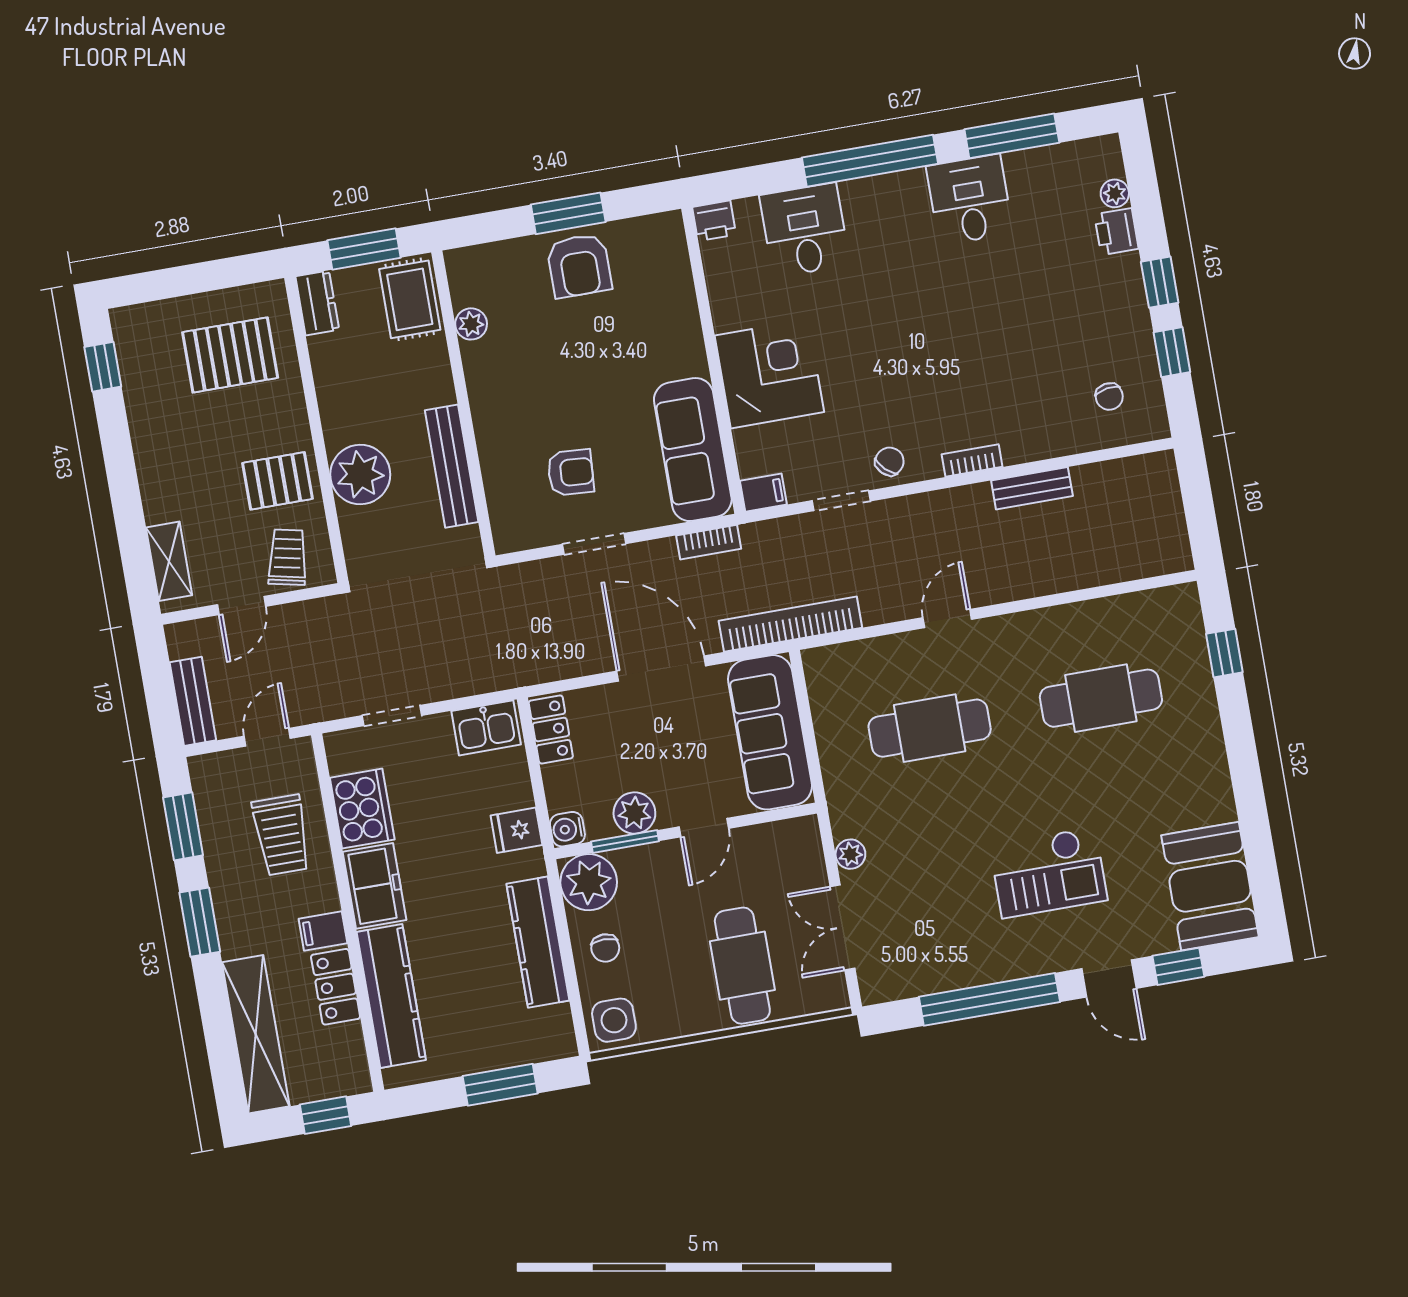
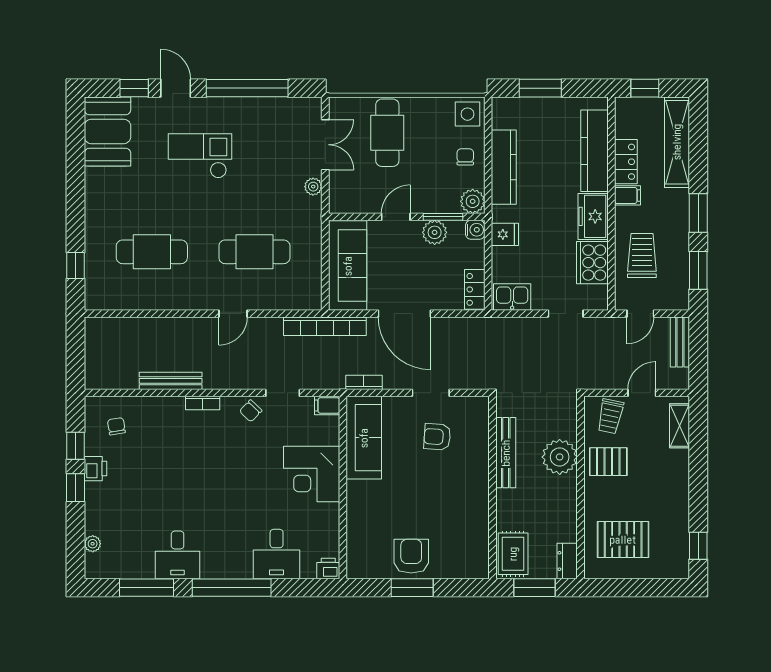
printer: (1116, 232) -> (95, 469), moved
plant: (471, 324) -> (480, 533), removed
bench: (1032, 488) -> (171, 381), width x1.36
plant: (589, 882) -> (473, 201), width x0.73, depth x0.73

